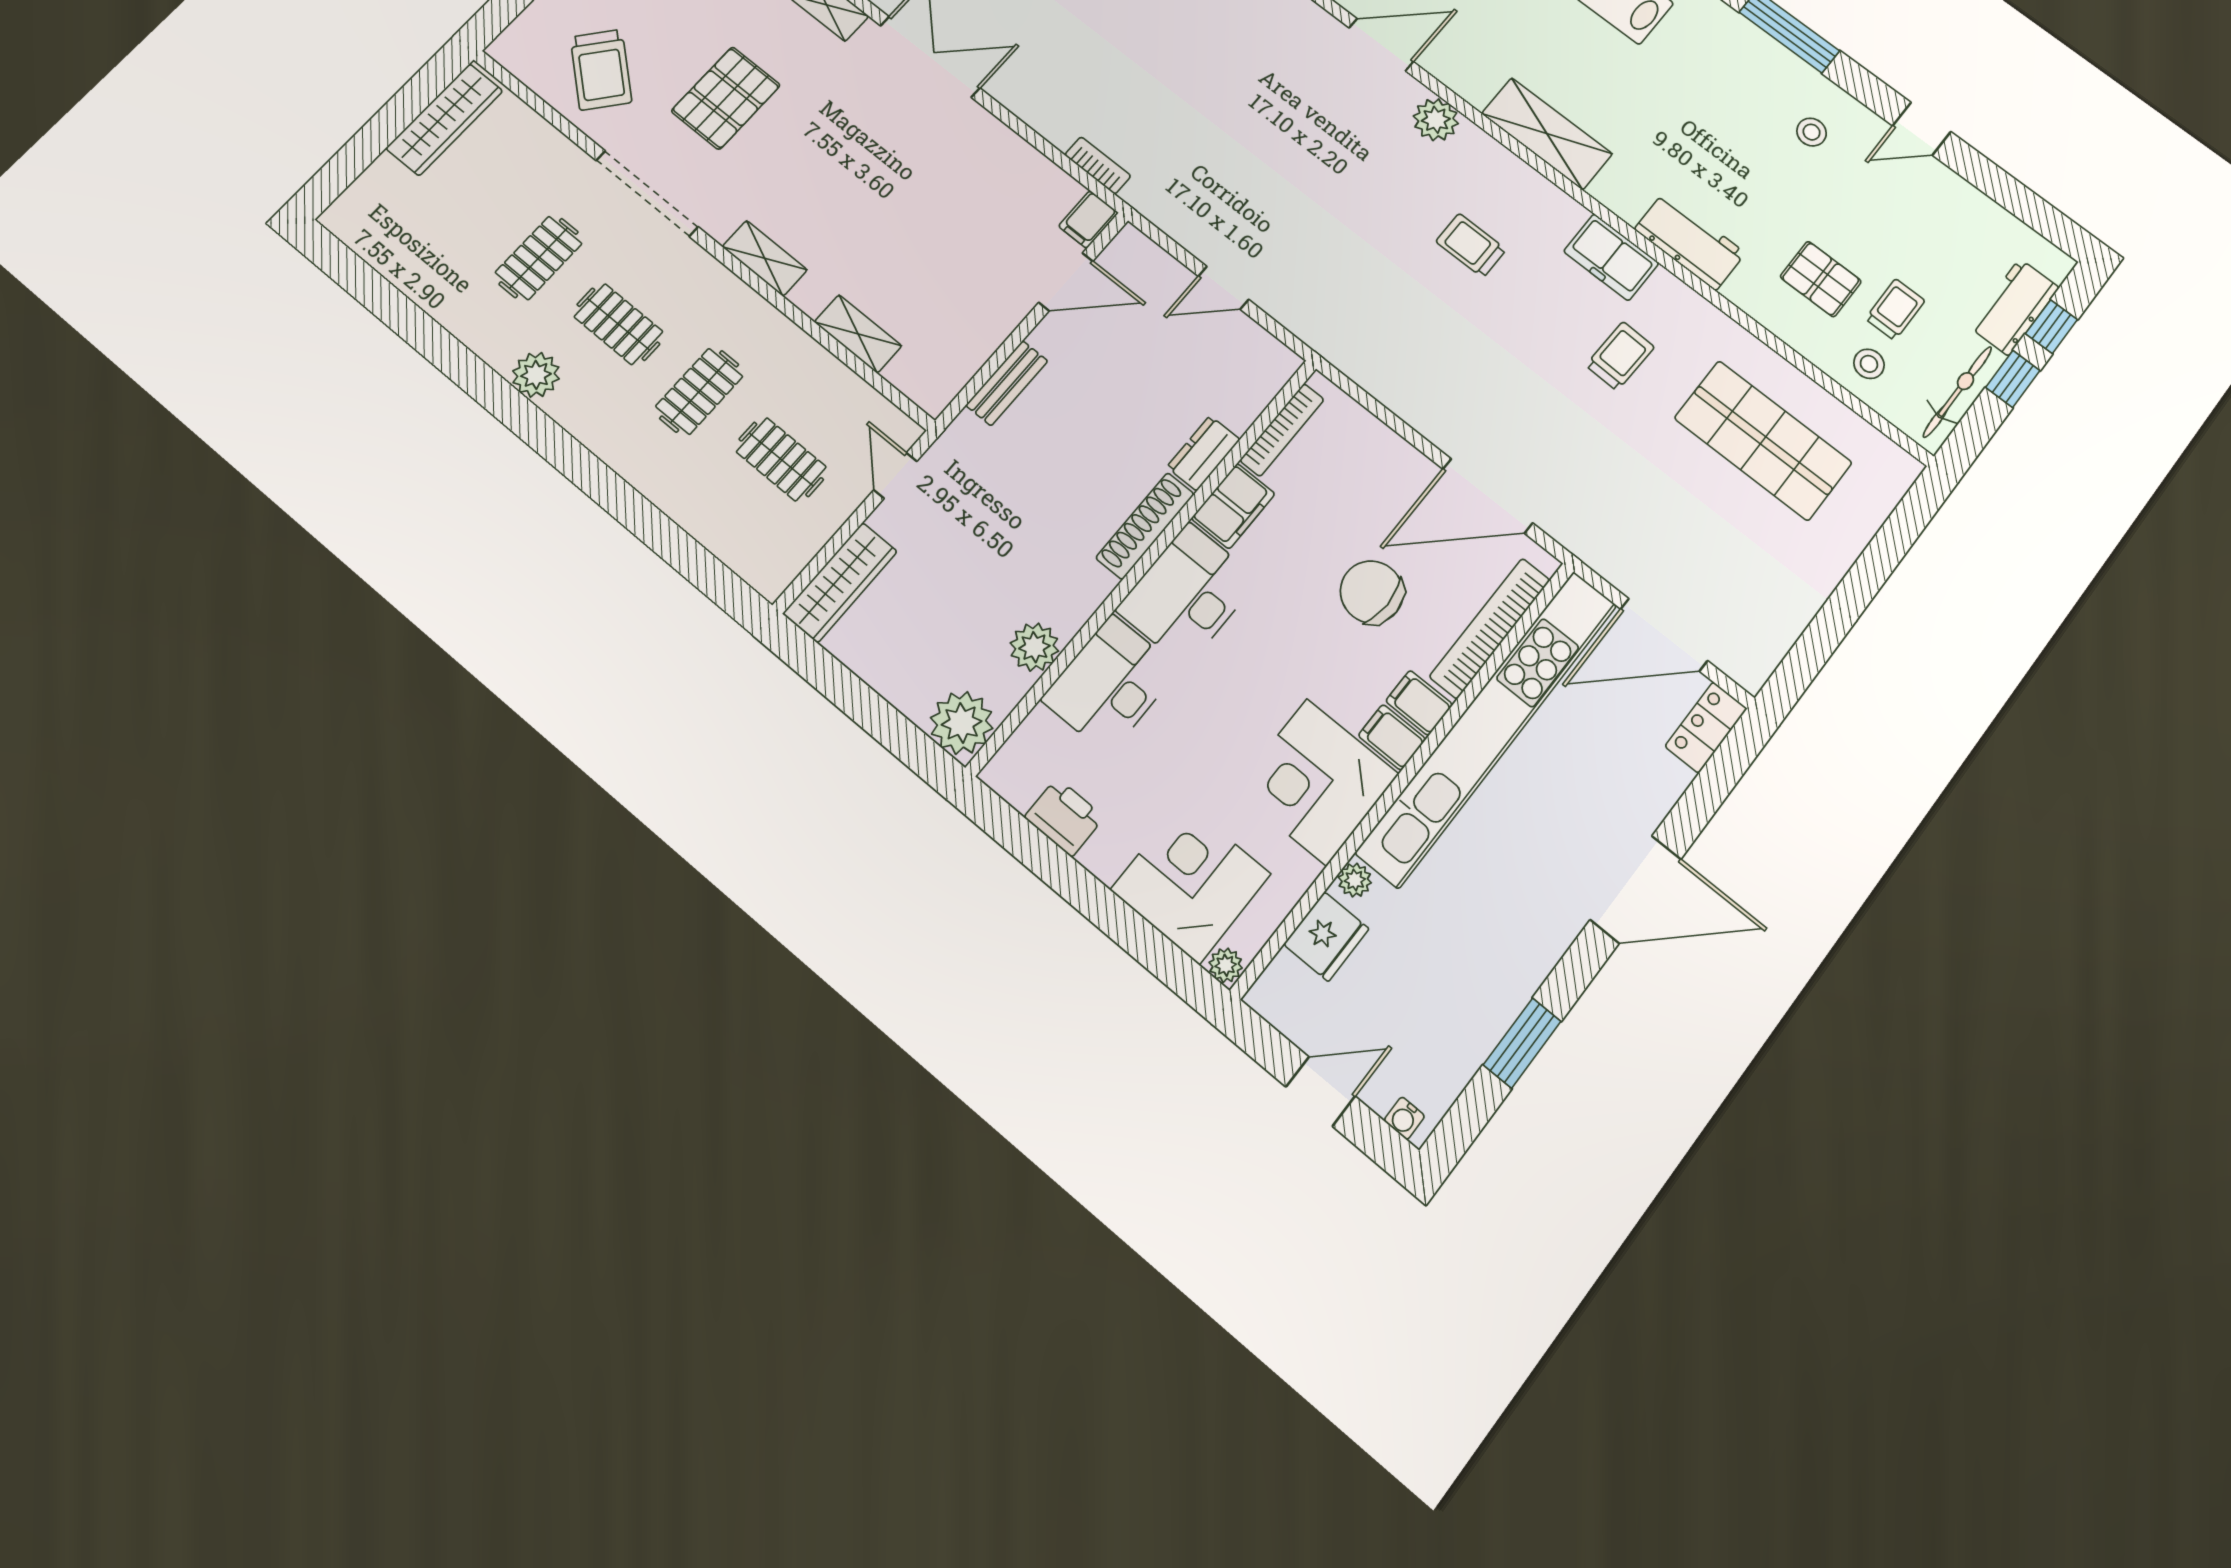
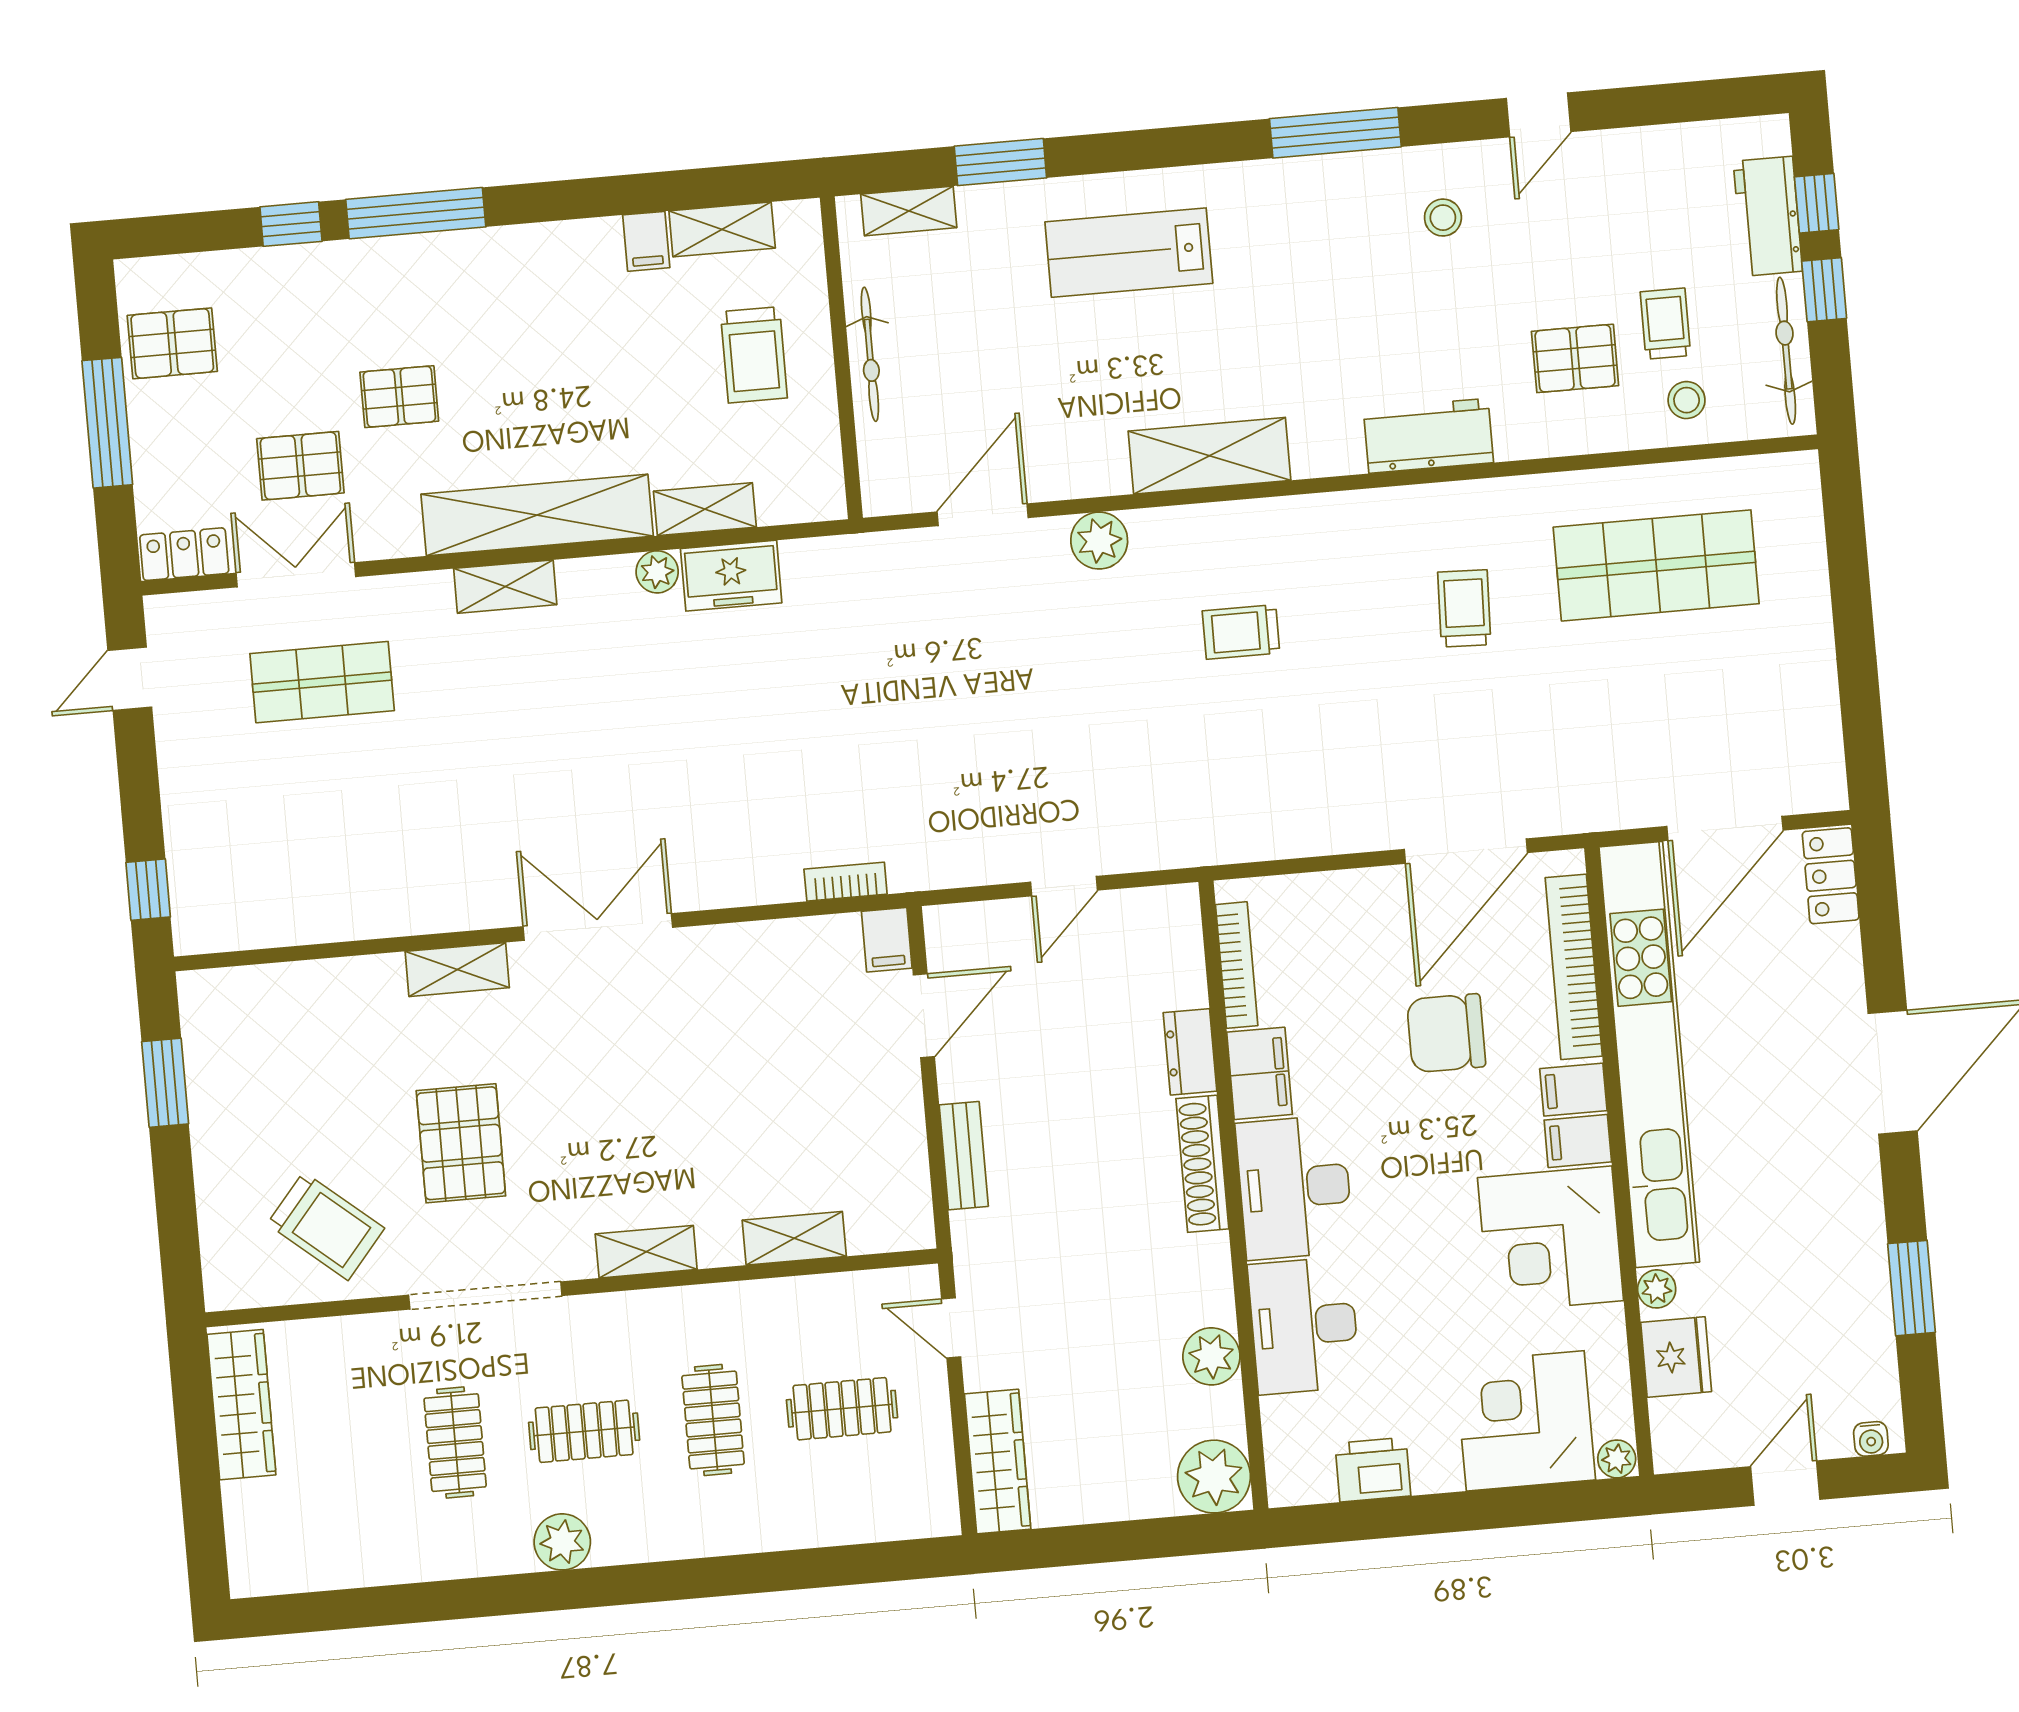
freezer: (1611, 257) -> (1373, 521), removed

